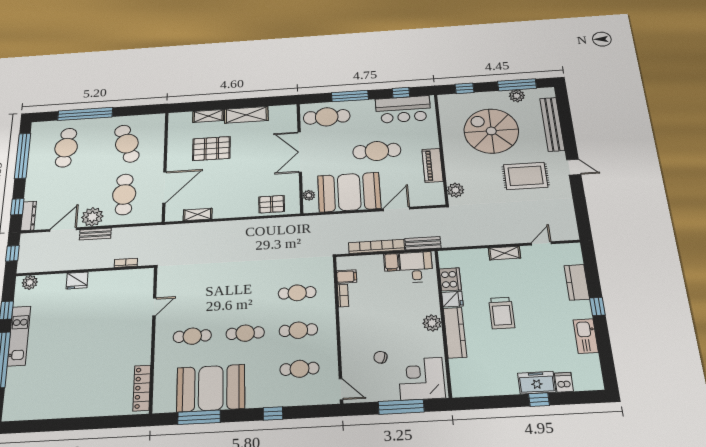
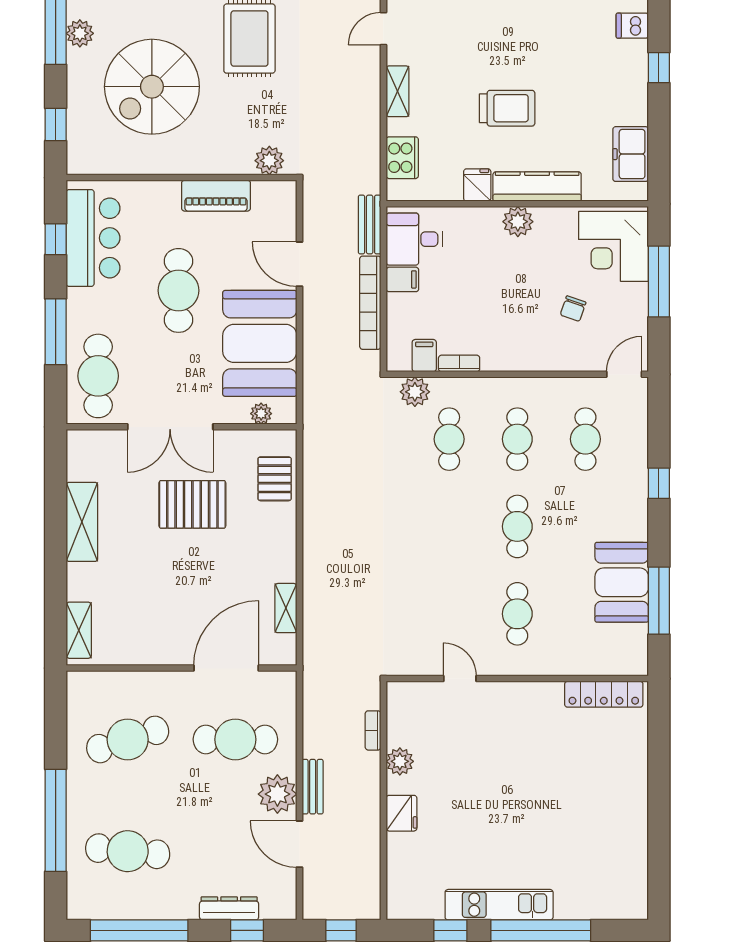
shelving: (208, 116) -> (79, 630), moved
pallet: (211, 149) -> (192, 504), moved, turned 90
door: (164, 187) -> (226, 668), hinge flipped
dresser: (29, 216) -> (229, 908), moved
door: (541, 243) -> (383, 29), hinge flipped
plant: (325, 273) -> (415, 392), added
cooker: (450, 279) -> (402, 158), moved, turned 90
plant: (30, 282) -> (400, 761), moved
freezer: (537, 383) -> (631, 154), moved
booth: (211, 388) -> (622, 582), width x0.73, depth x0.70

